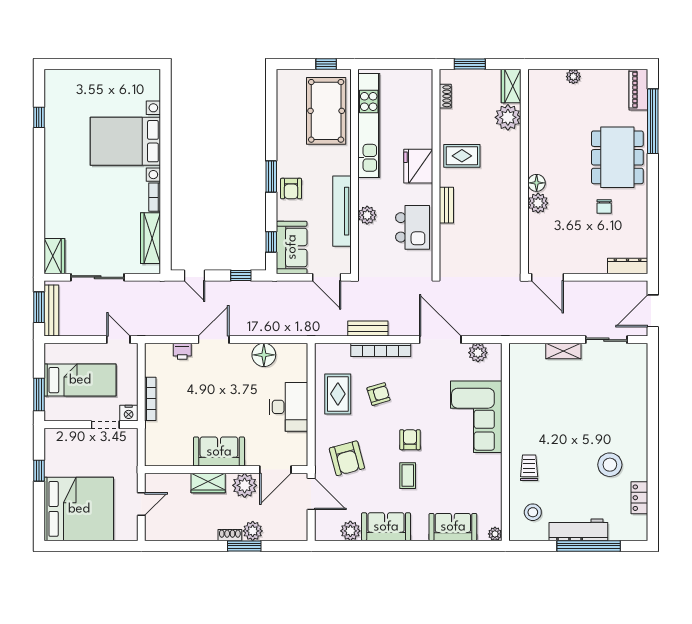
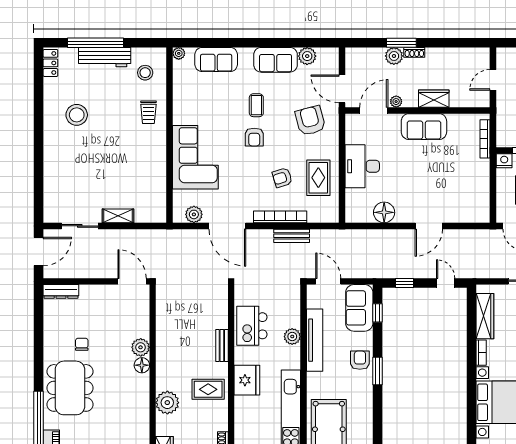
plant: (508, 117) -> (167, 403), moved
printer: (182, 351) -> (457, 216), removed
bookcase: (150, 399) -> (485, 139), moved
plant: (245, 485) -> (396, 102), width x0.53, depth x0.53
locker: (639, 498) -> (50, 63), moved

